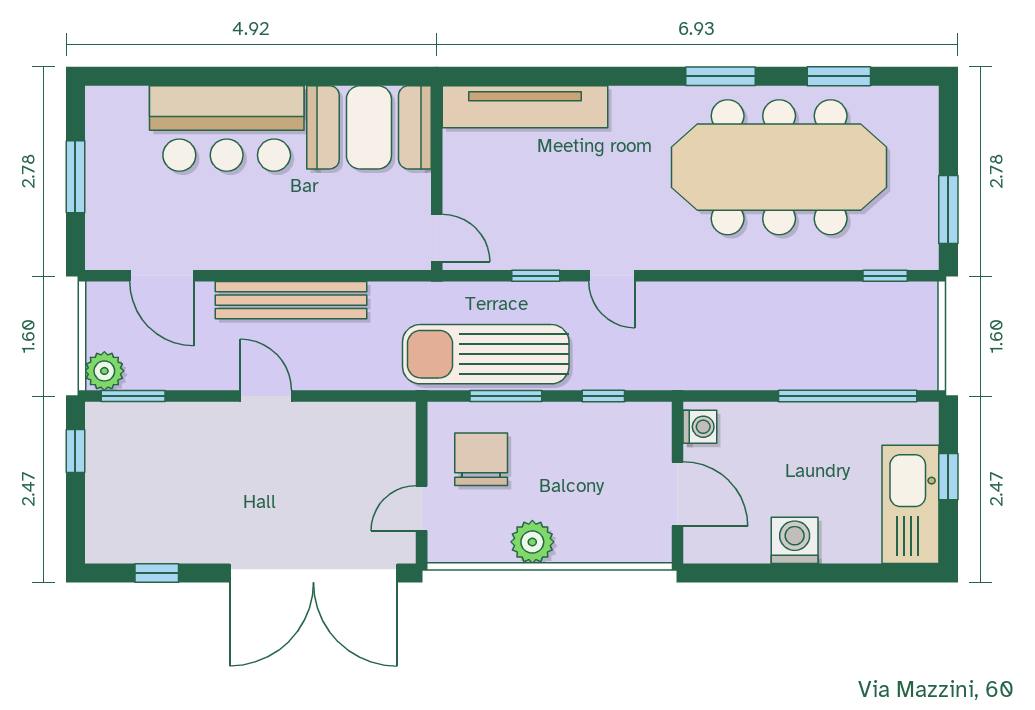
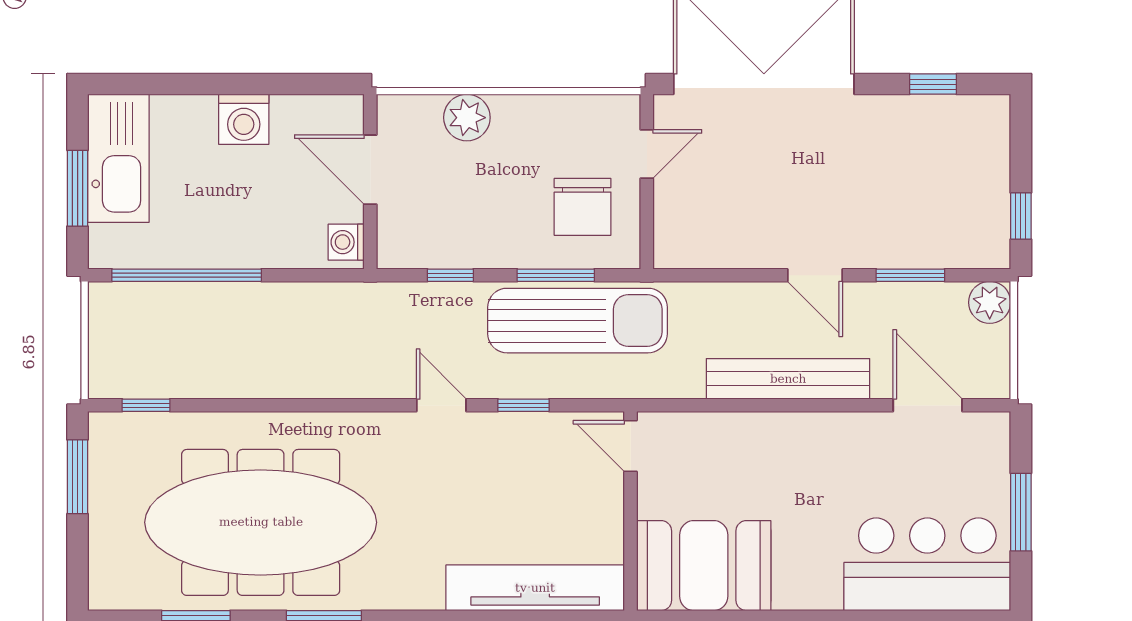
bar counter: (227, 129) -> (927, 564), moved
window: (133, 396) -> (910, 275), moved
window: (948, 477) -> (78, 188), width x1.50
plant: (532, 542) -> (467, 118), moved

